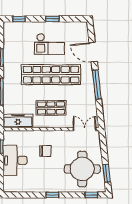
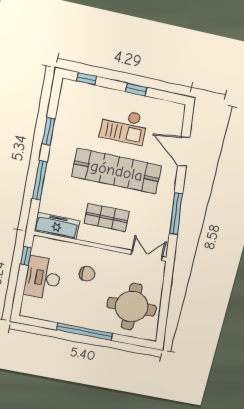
window: (97, 84) -> (176, 214), moved
window: (107, 173) -> (163, 318), removed
window: (52, 195) -> (84, 332), width x3.17
window: (91, 195) -> (136, 341), removed

